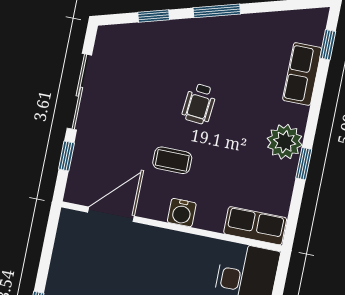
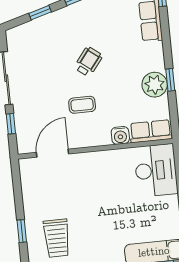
wheelchair: (199, 104) -> (88, 62), turned -147
plant: (285, 142) -> (155, 85), moved
water cooler: (182, 213) -> (120, 135), moved

